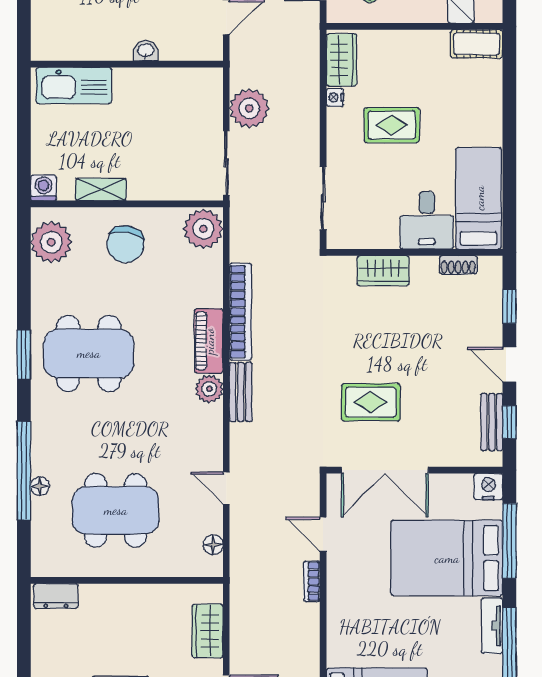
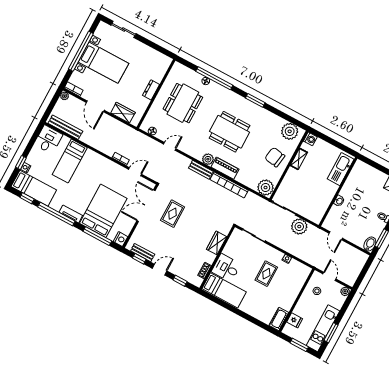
wardrobe: (341, 60) -> (299, 268), removed
dining table: (89, 353) -> (230, 132), moved, turned 90
dresser: (56, 596) -> (151, 90), moved

